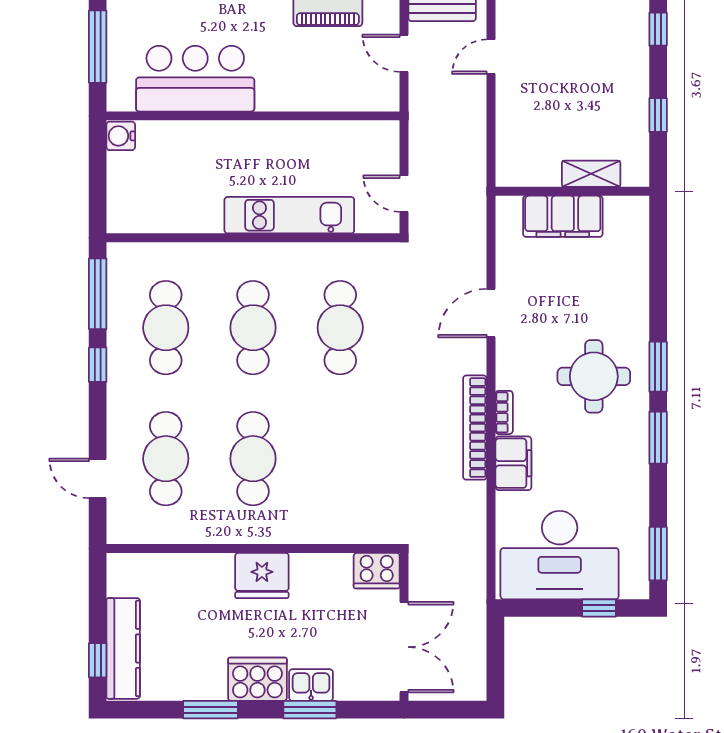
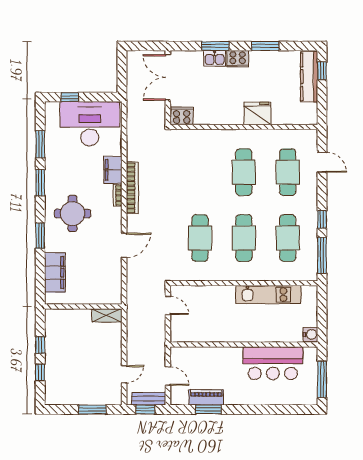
window: (658, 29) -> (40, 372), moved
shelving: (591, 174) -> (107, 315), moved
kitchen unit: (289, 215) -> (268, 295), moved
filing cabinet: (563, 216) -> (55, 273), moved, turned 90
window: (658, 367) -> (40, 236), moved
window: (658, 554) -> (40, 144), moved
fridge: (262, 576) -> (257, 113), moved
cooker: (257, 679) -> (238, 59), width x0.73, depth x0.76

